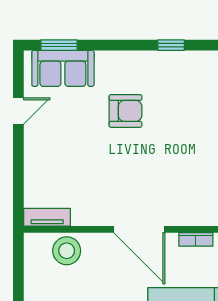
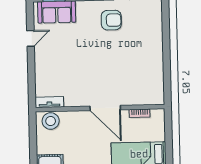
armchair: (125, 111) -> (111, 20), moved
stool: (67, 251) -> (51, 121), moved

